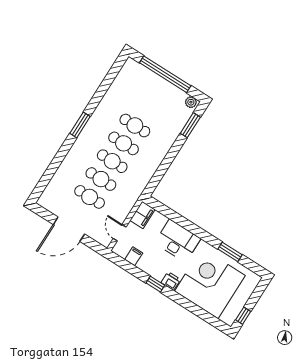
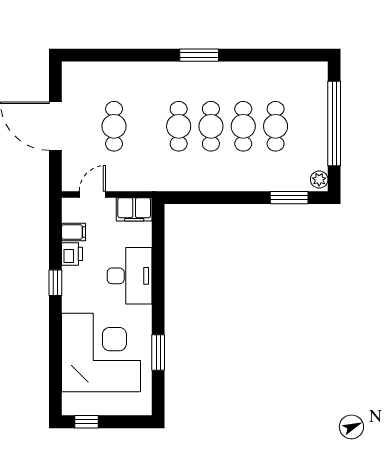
cafe table: (101, 179) -> (276, 126), moved
printer: (171, 281) -> (72, 254), moved

